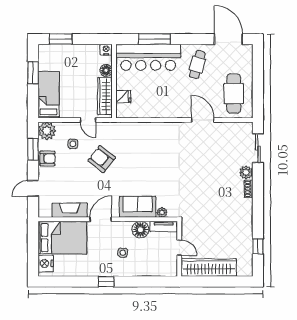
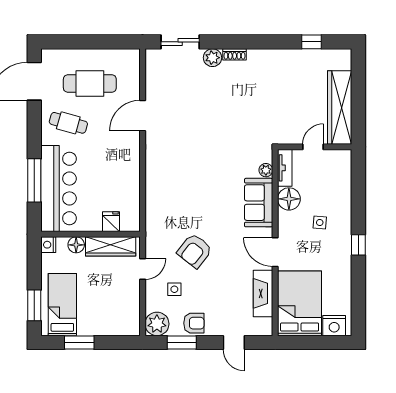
cafe table: (234, 94) -> (90, 84), moved
bed: (49, 95) -> (62, 305), moved, turned 90
armchair: (47, 159) -> (194, 323), turned 90

